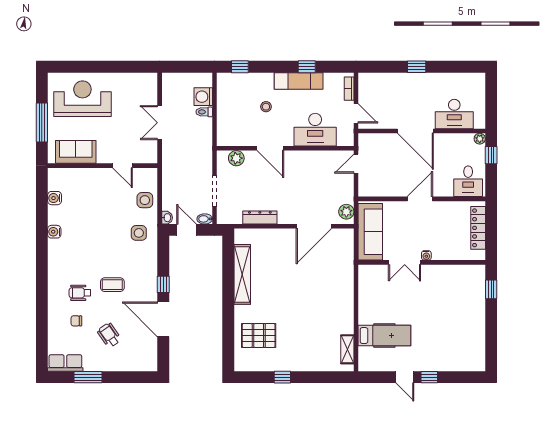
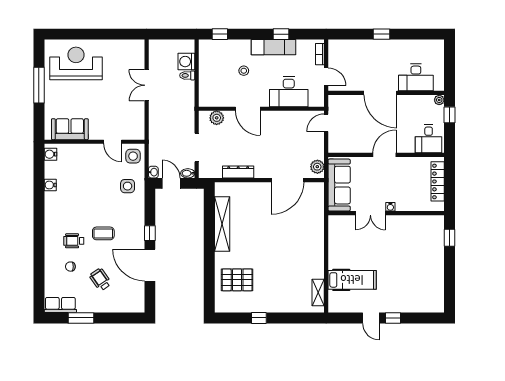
sofa: (76, 152) -> (70, 129), moved
wall: (103, 166) -> (94, 142), moved
door: (123, 166) -> (113, 142), moved

